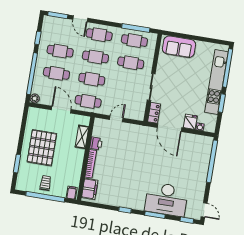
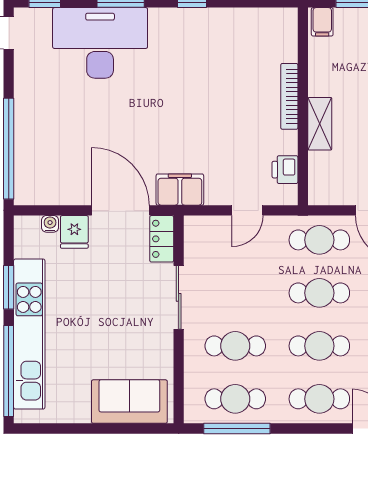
shelving: (82, 137) -> (320, 124), moved
printer: (96, 143) -> (285, 170), moved
filing cabinet: (90, 189) -> (180, 190), moved, turned 90

